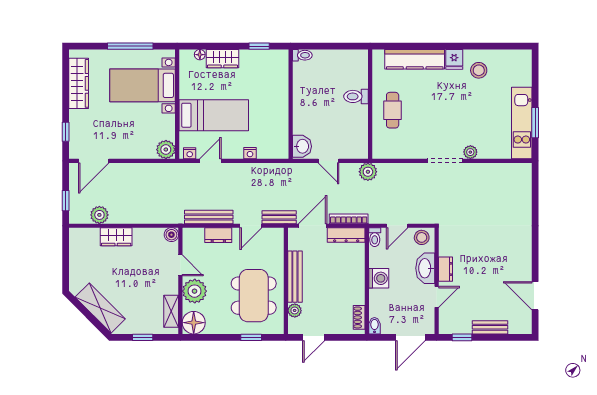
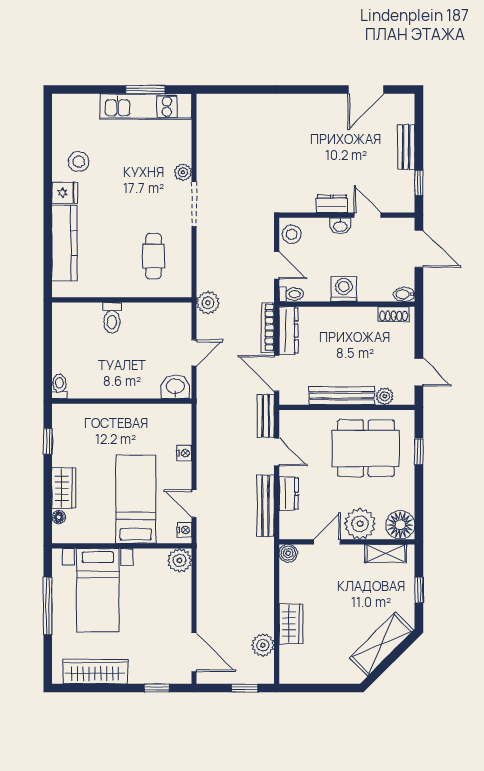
cafe table: (393, 110) -> (153, 256), moved, turned 90
washbasin: (425, 268) -> (340, 226), width x0.52, depth x0.69

